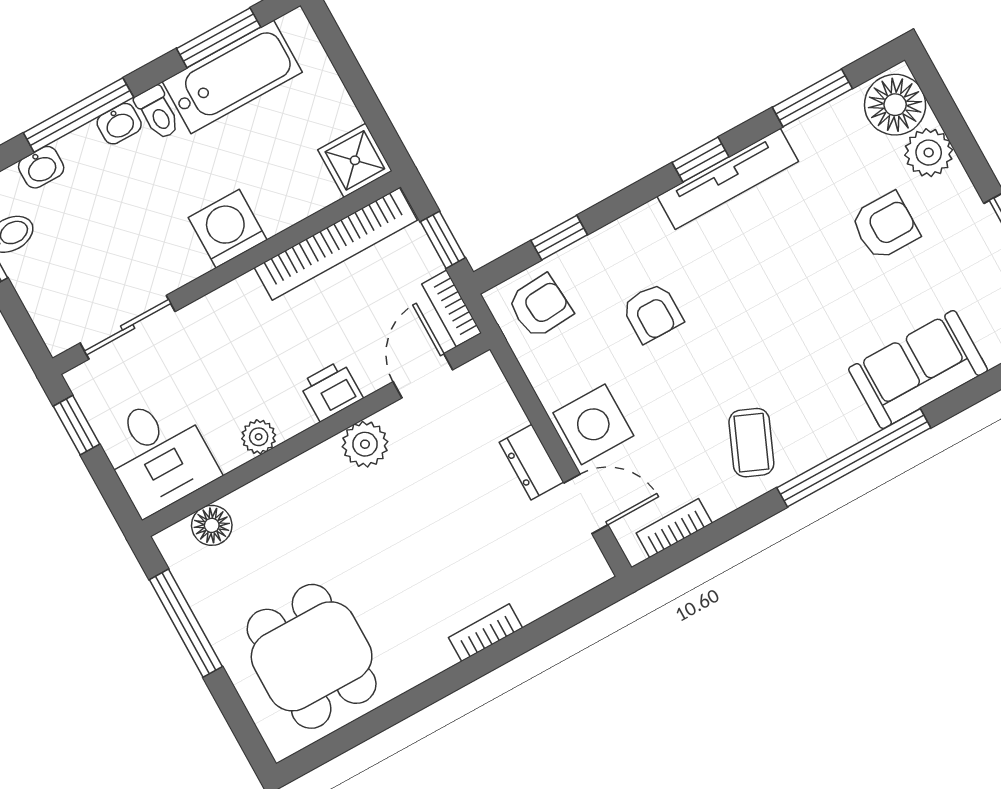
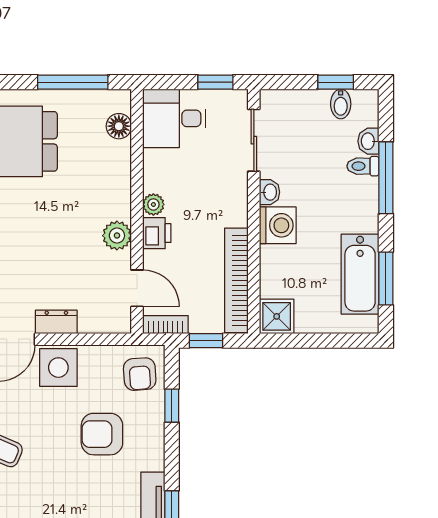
toilet: (158, 113) -> (363, 166), moved
washbasin: (119, 124) -> (270, 192), moved, turned 180
armchair: (652, 313) -> (102, 434), width x1.38, depth x1.38
plant: (259, 437) -> (153, 204), moved

